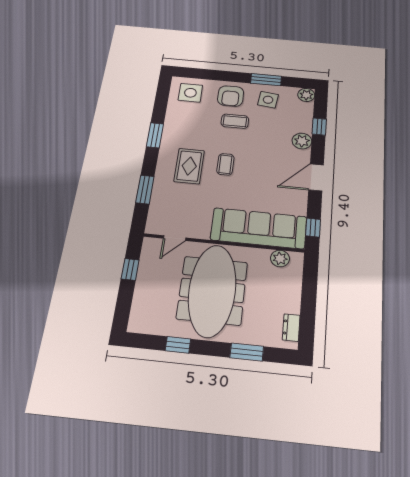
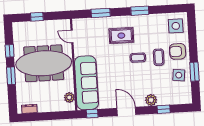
plant: (306, 95) -> (187, 98), removed
coffee table: (225, 164) -> (138, 58), moved
window: (130, 269) -> (37, 17), moved
window: (247, 352) -> (11, 76), moved

